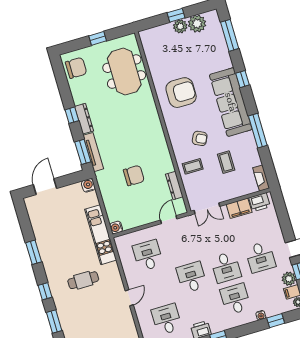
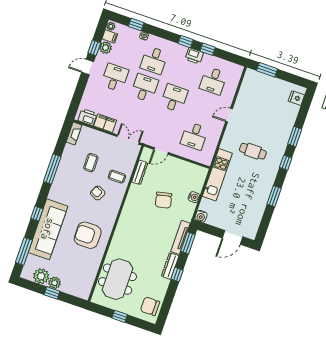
sofa: (231, 102) -> (48, 229), moved
chair: (134, 175) -> (164, 200), turned -103
water cooler: (116, 227) -> (194, 197), moved
desk: (192, 277) -> (174, 98), turned 180

